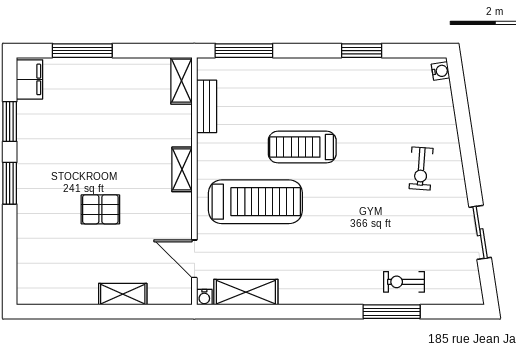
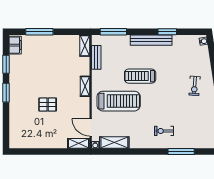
bench: (326, 69) -> (151, 40), added
exercise bike: (404, 282) -> (164, 131), moved
shelving: (123, 294) -> (79, 143), moved

